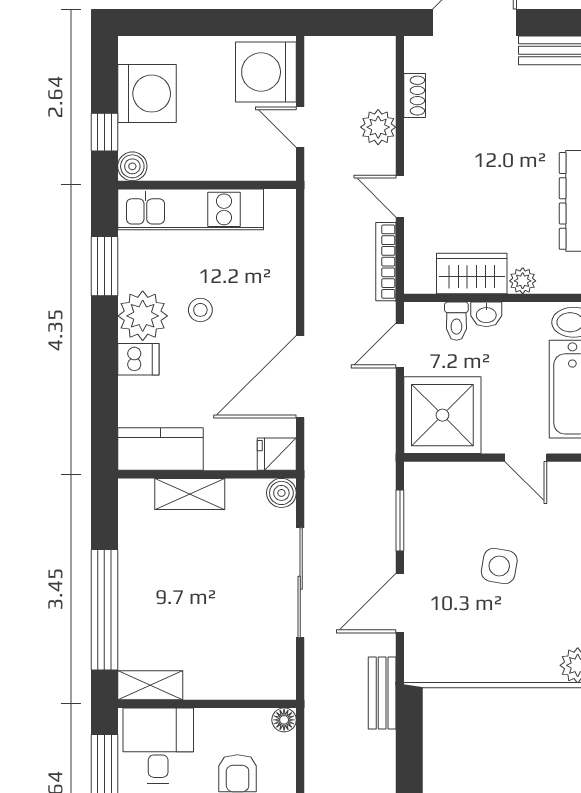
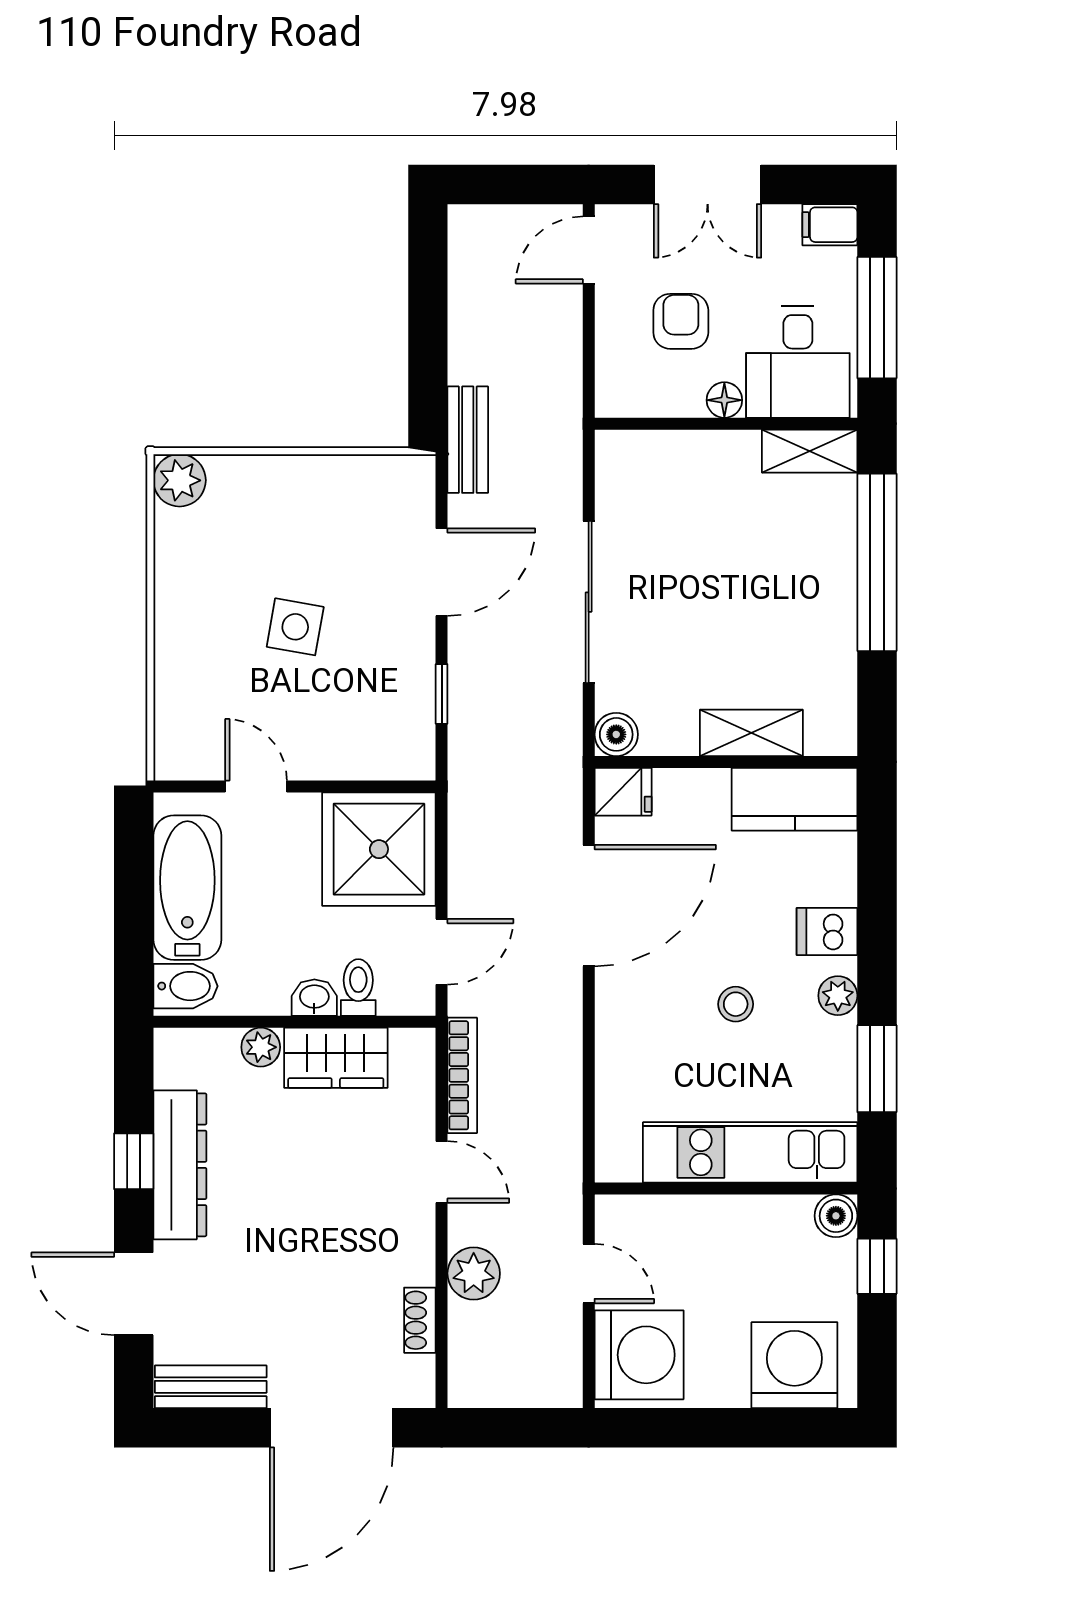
washing machine: (147, 94) -> (794, 1365), moved, turned 90
plant: (143, 316) -> (838, 996), width x0.53, depth x0.53
window: (400, 520) -> (442, 694), width x0.67
floor lamp: (284, 720) -> (724, 400), moved

